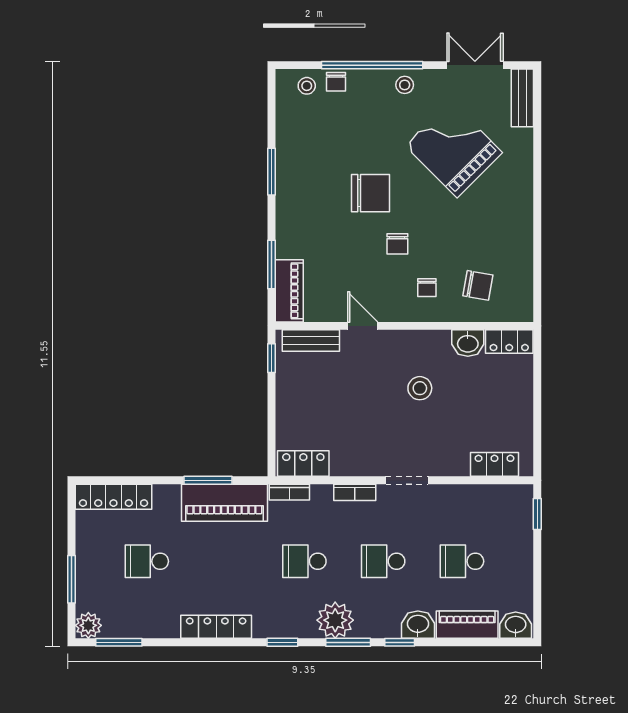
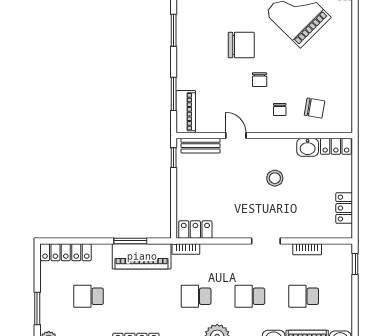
locker: (494, 464) -> (344, 208), moved, turned -90
bookcase: (355, 492) -> (307, 249), moved

